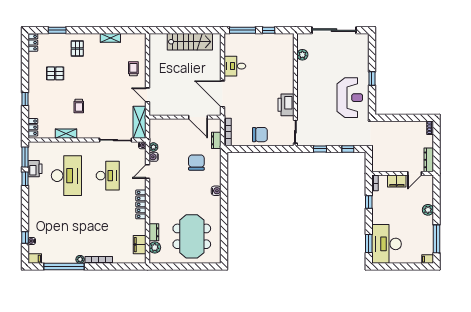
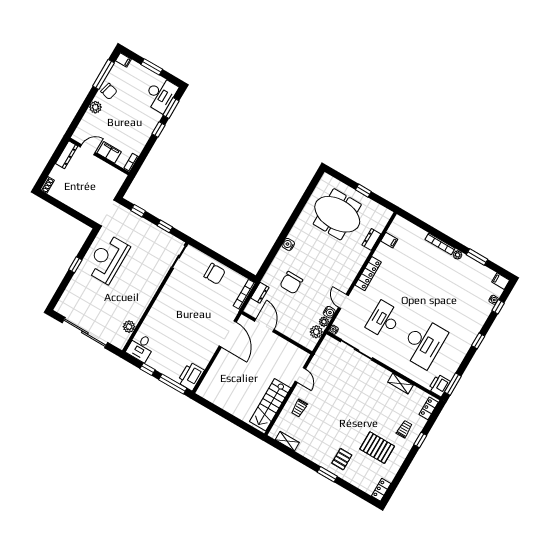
window: (57, 30) -> (327, 474), moved
shelving: (110, 38) -> (287, 441), moved
stairs: (190, 42) -> (270, 405), moved, turned -90
desk: (235, 66) -> (141, 347), moved, turned 90
pallet: (55, 73) -> (377, 448), width x1.50, depth x1.42
printer: (286, 105) -> (191, 376), moved, turned 180
trolley: (79, 106) -> (404, 429), moved
shelving: (139, 122) -> (324, 353), removed
chair: (260, 135) -> (215, 274), turned 180
printer: (35, 169) -> (439, 385), moved
door: (147, 172) -> (343, 301), swing flipped
desk: (66, 176) -> (424, 343), turned 180
window: (25, 179) -> (478, 341), moved
window: (369, 202) -> (159, 129), moved
chair: (425, 228) -> (109, 91), added
meeting table: (192, 236) -> (337, 214), turned 90
desk: (387, 244) -> (160, 94), width x0.73, depth x0.77
filing cabinet: (140, 245) -> (389, 240), width x0.50
plant: (155, 248) -> (316, 332), moved
window: (64, 267) -> (477, 257), width x0.47
window: (182, 267) -> (363, 191), added
window: (402, 267) -> (152, 67), added

